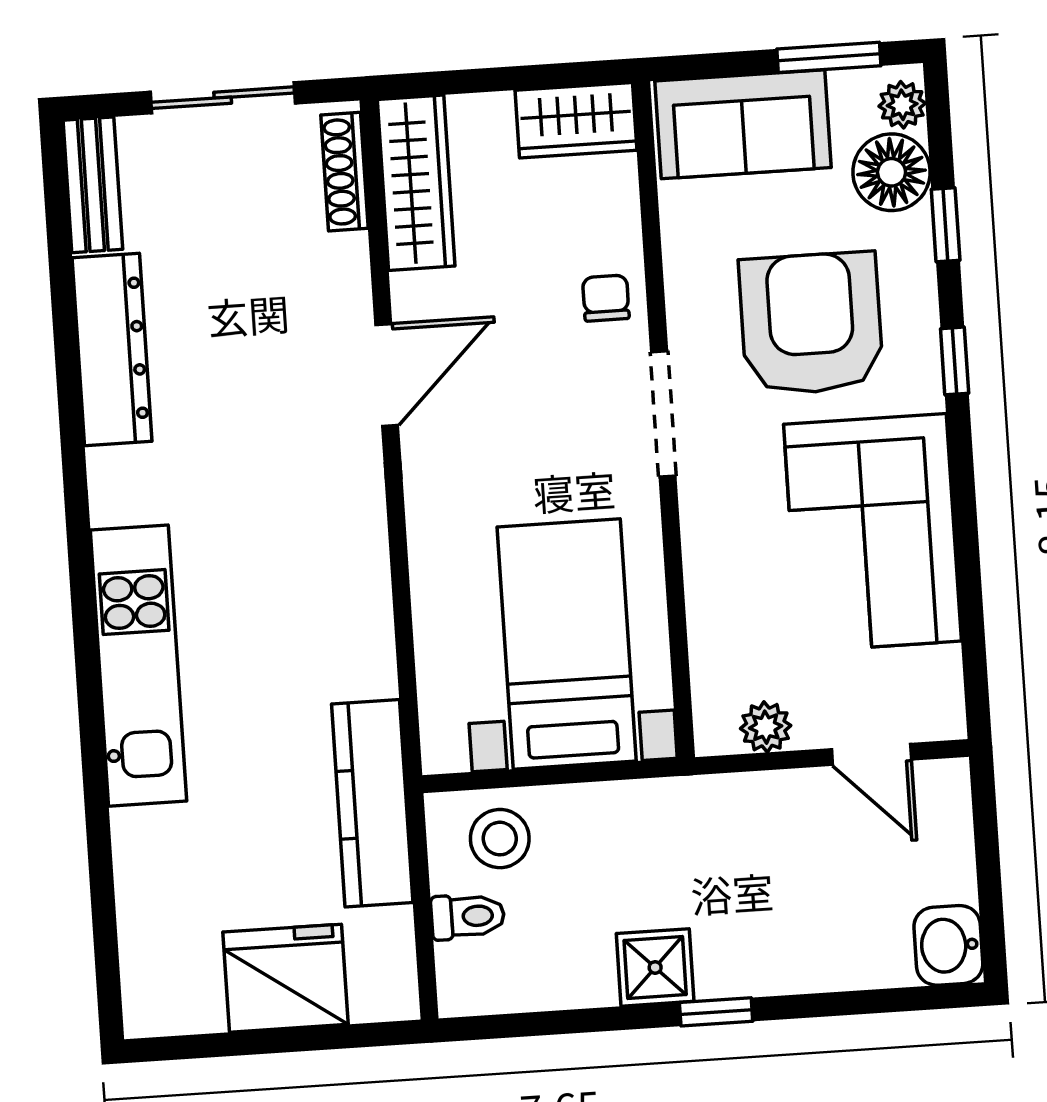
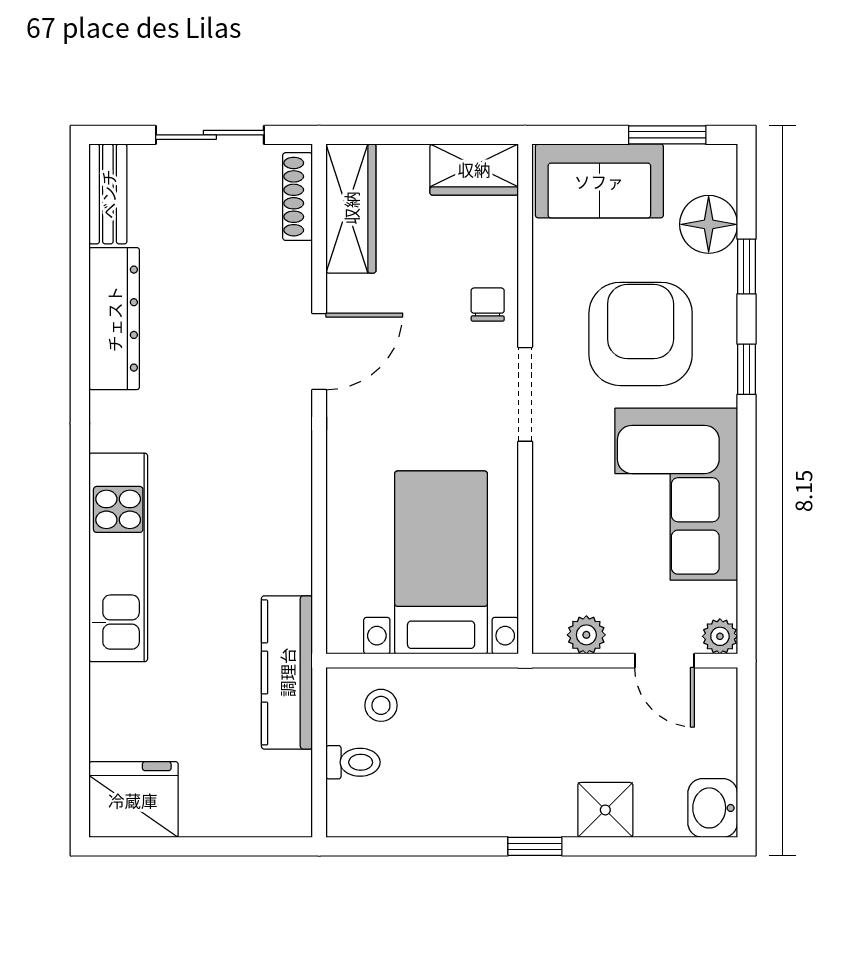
plant: (902, 105) -> (720, 636), moved
stool: (500, 839) -> (381, 705), width x0.73, depth x0.73
shower: (655, 967) -> (605, 810), moved
fridge: (286, 978) -> (133, 800), moved

